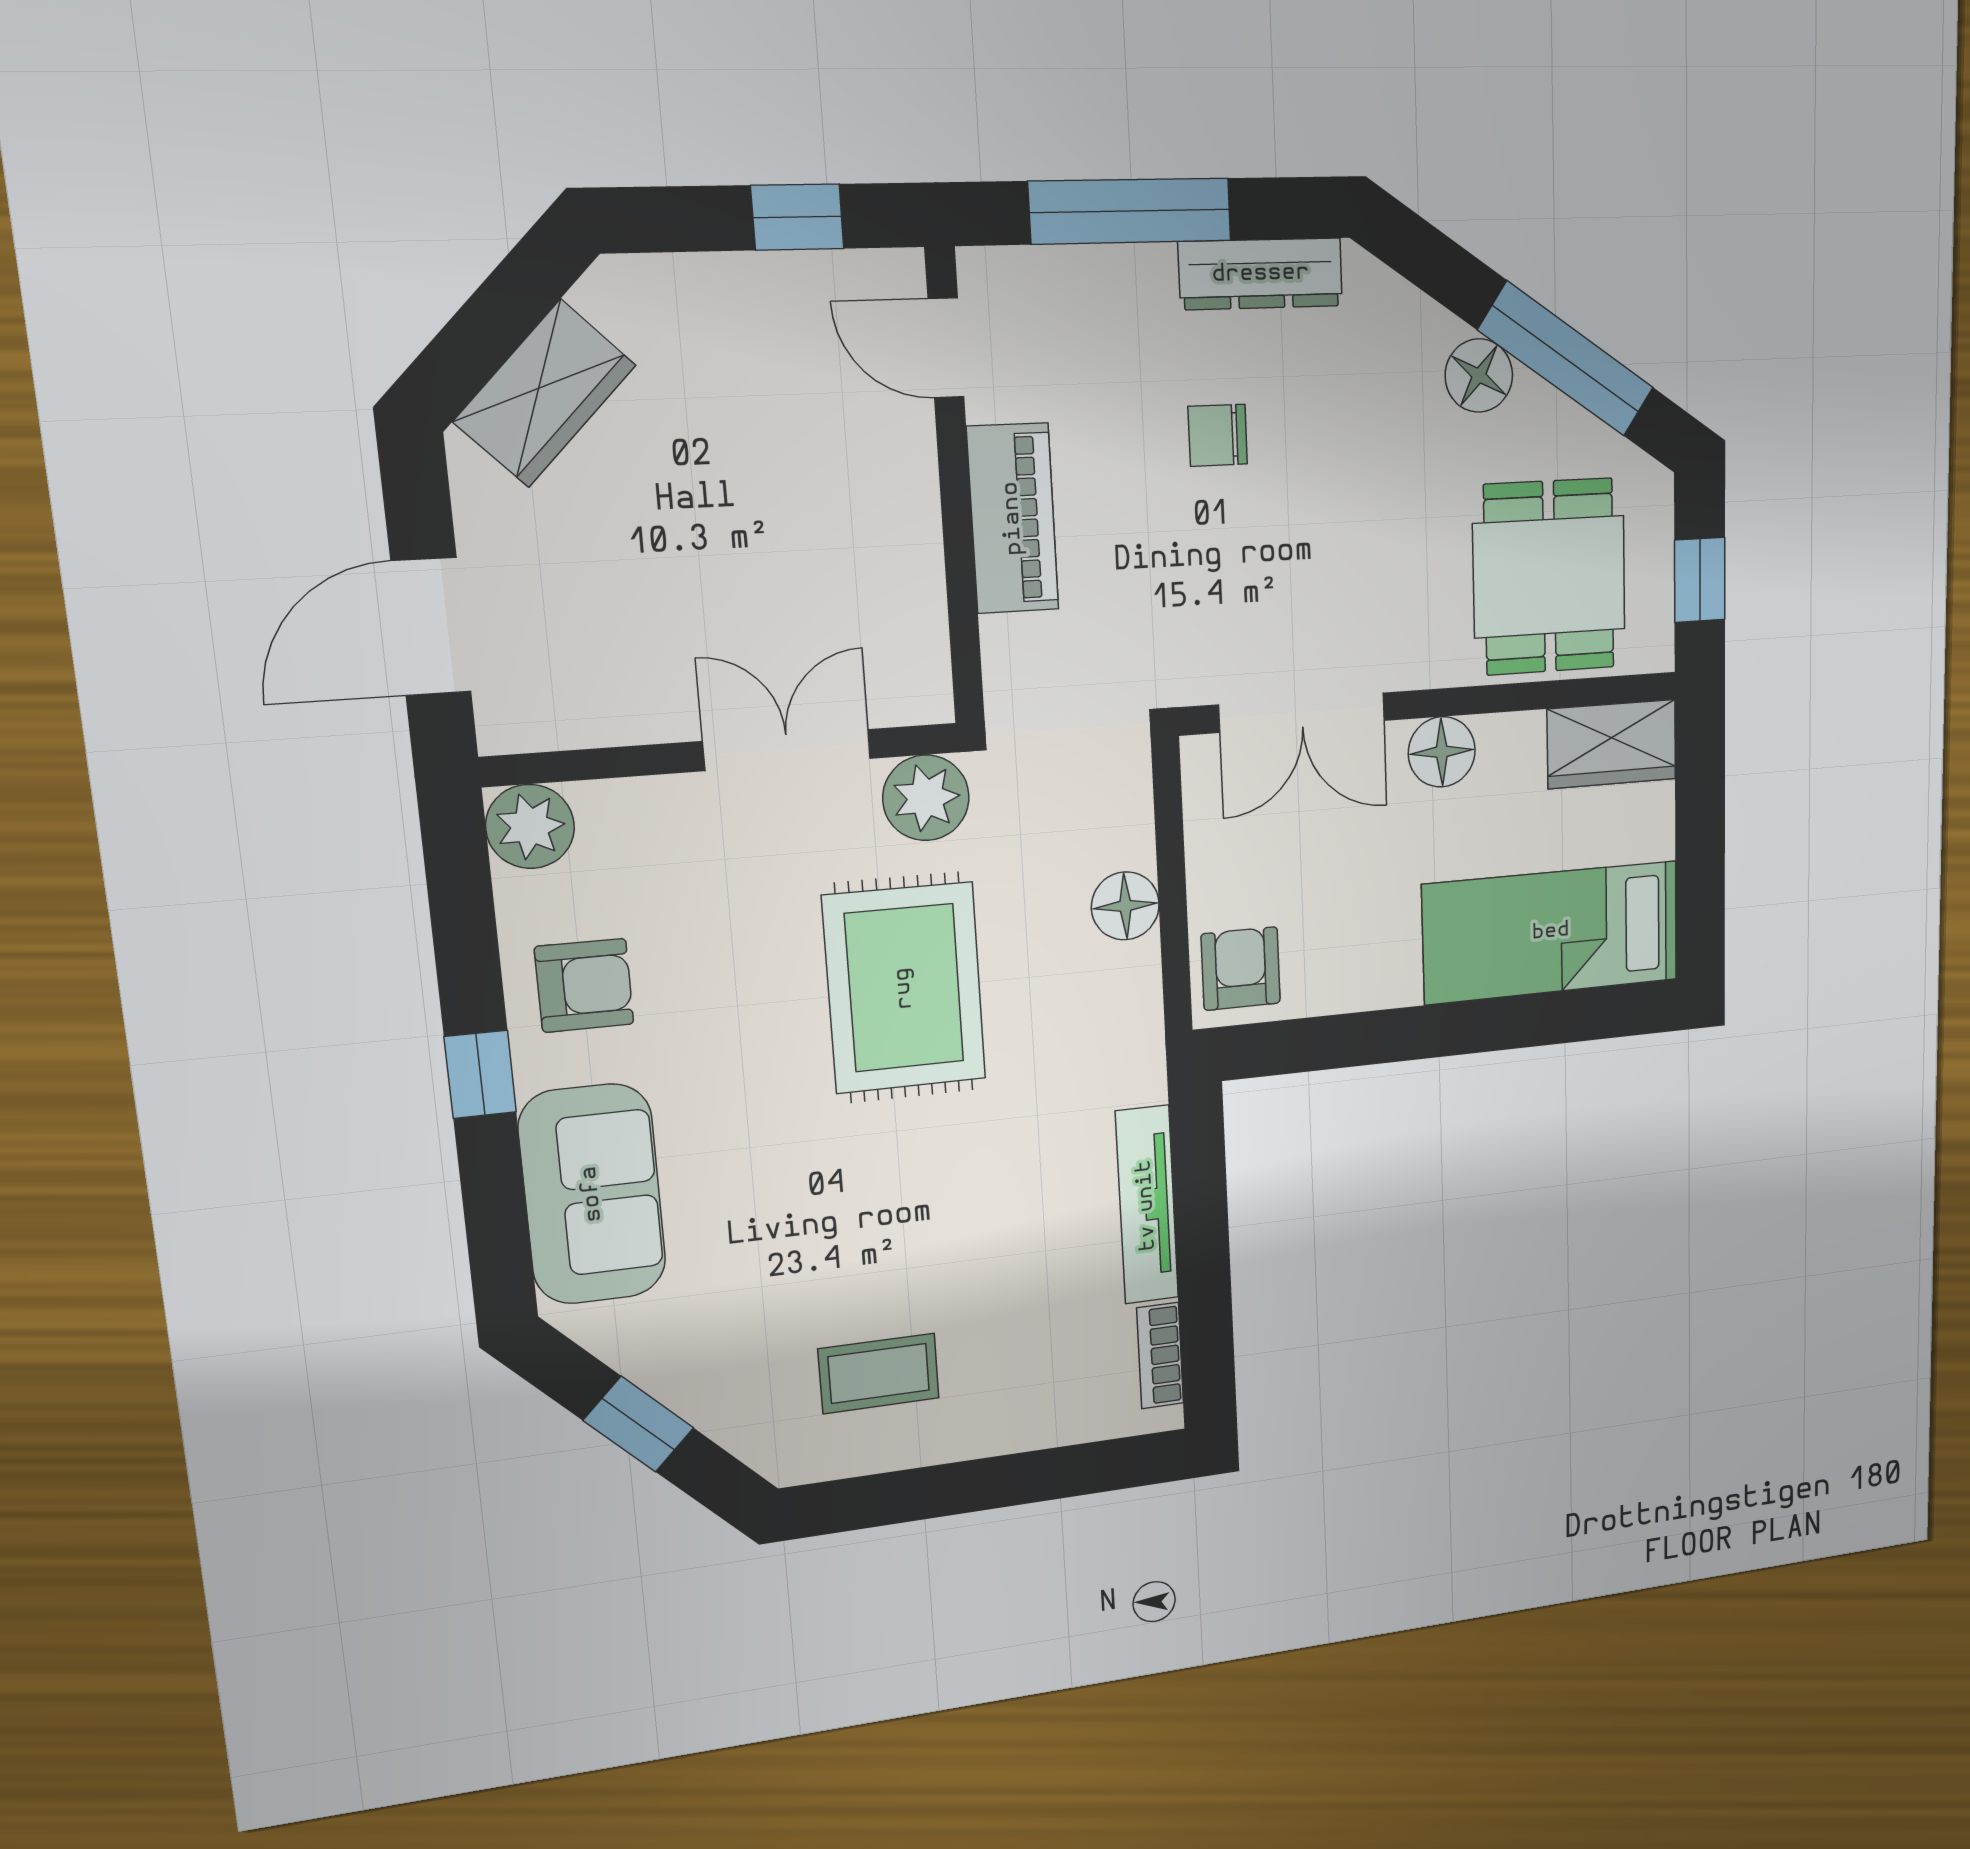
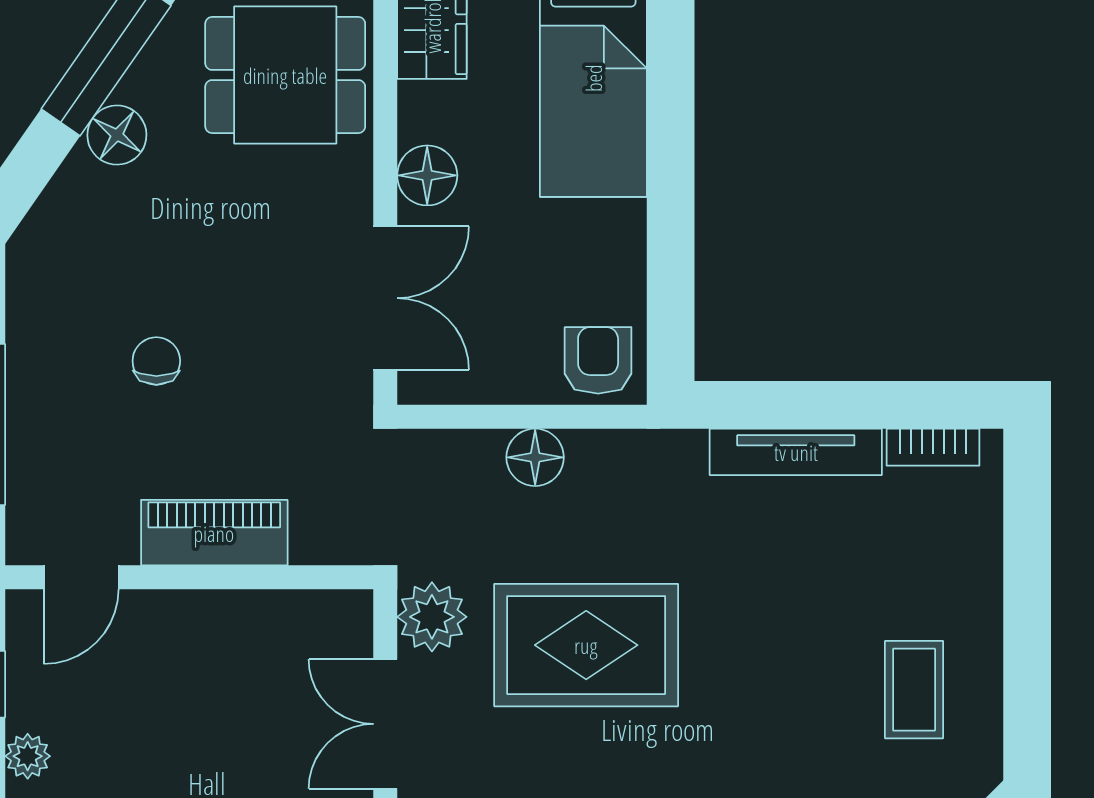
dresser: (1261, 274) -> (31, 320), removed
plant: (706, 283) -> (28, 756), added
chair: (1218, 435) -> (156, 361), turned 180
armchair: (1241, 969) -> (598, 360), turned 90

